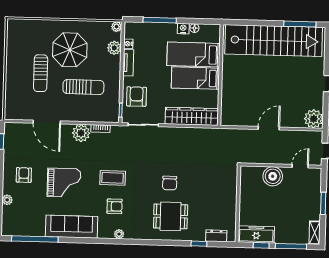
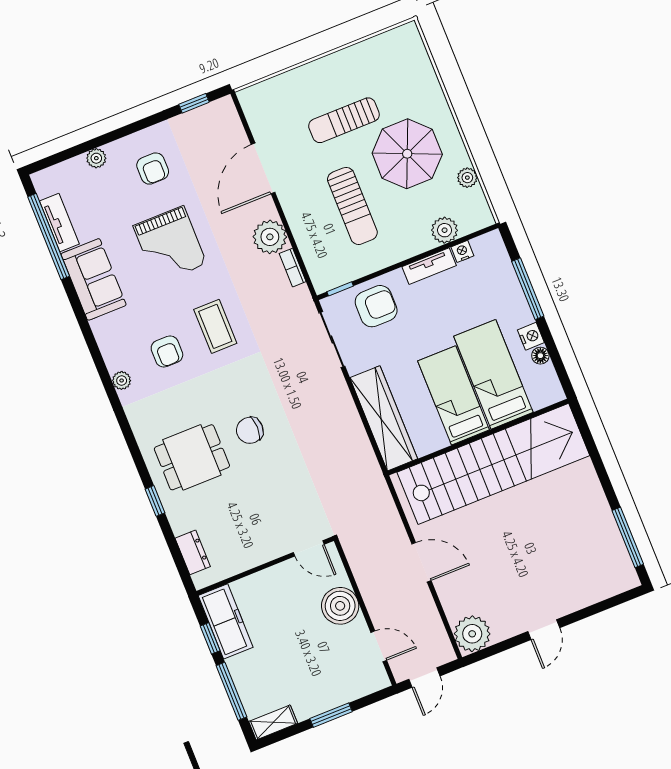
plant: (117, 27) -> (467, 178), moved
stairs: (274, 41) -> (493, 464), moved, turned -90
armchair: (24, 175) -> (153, 169), turned 90
door: (239, 179) -> (309, 548), added
dining table: (171, 216) -> (192, 457), turned 90
sofa: (72, 227) -> (94, 279), width x0.73
tv unit: (30, 231) -> (59, 222), added
window: (199, 244) -> (155, 501), moved

